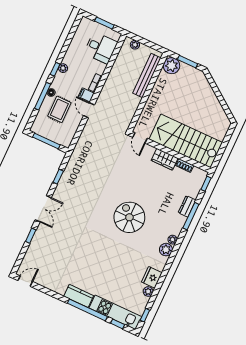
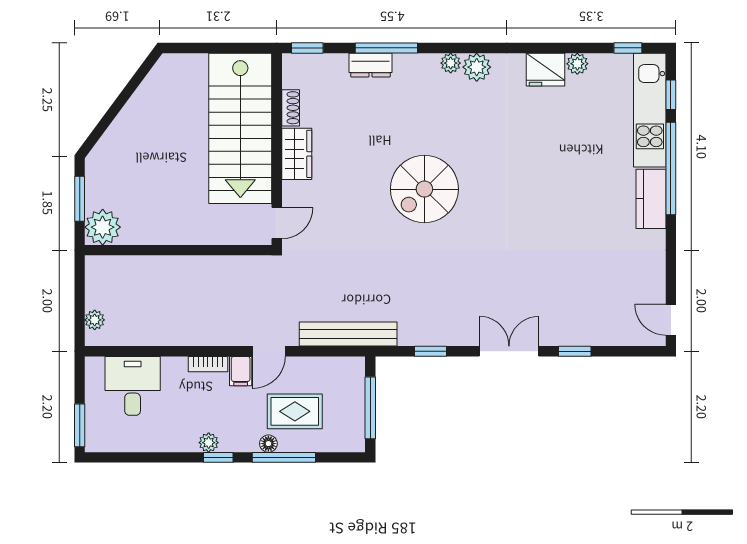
window: (104, 23) -> (80, 425), moved
bench: (147, 75) -> (348, 334), moved
spiral stairs: (129, 217) -> (424, 189), moved

